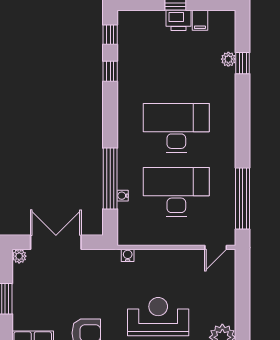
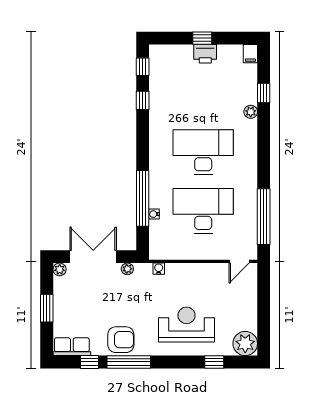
filing cabinet: (200, 20) -> (250, 54), moved
plant: (228, 59) -> (251, 112), moved
plant: (93, 256) -> (127, 269), added

